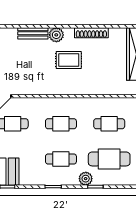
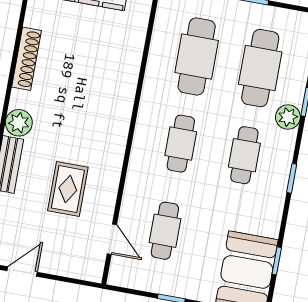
rug: (69, 60) -> (68, 189), moved
cafe table: (109, 124) -> (197, 56), width x1.37, depth x1.35

